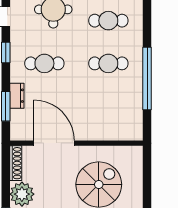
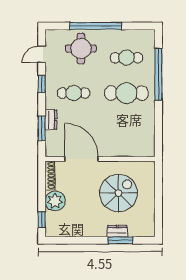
cafe table: (108, 63) -> (126, 93), width x1.37, depth x1.35
window: (147, 78) -> (158, 74), moved

